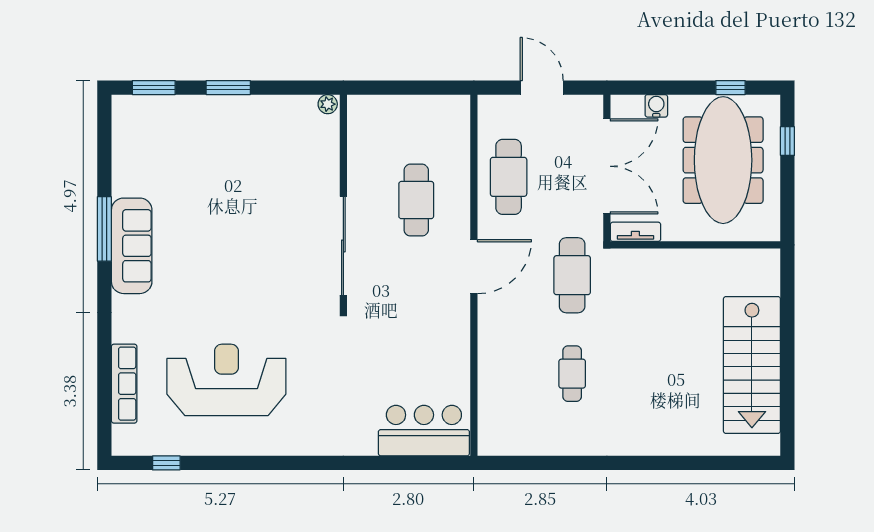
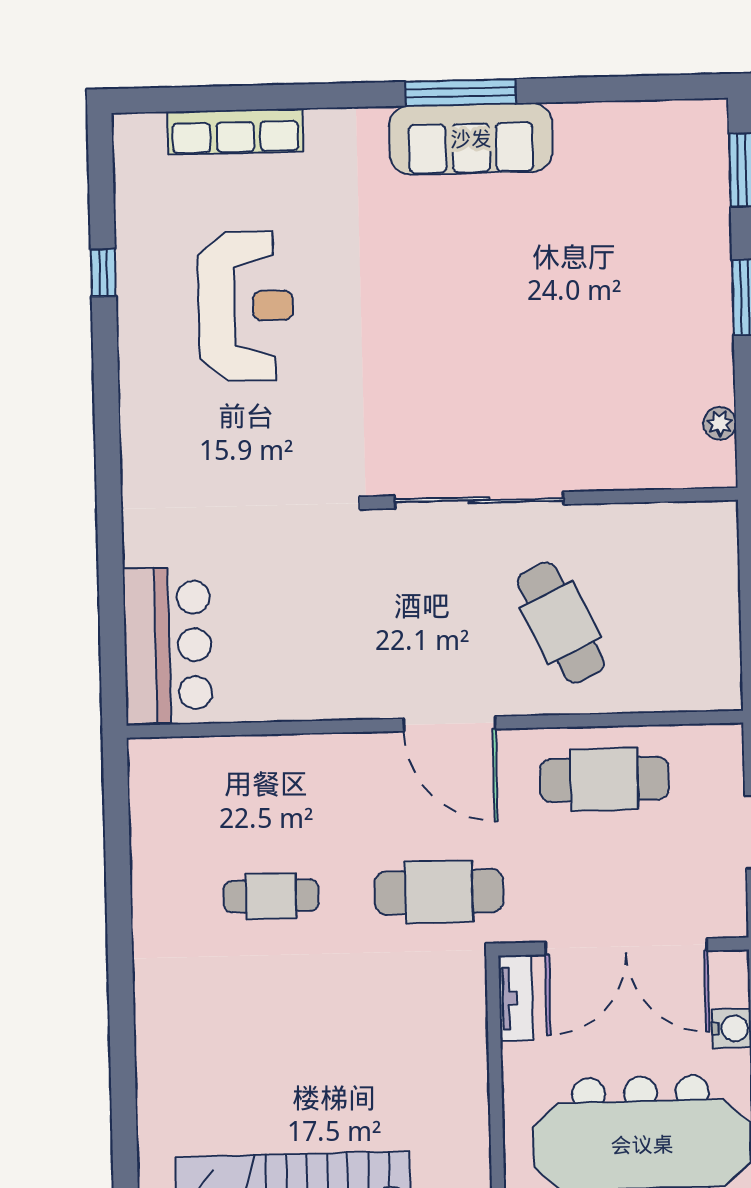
plant: (328, 104) -> (720, 423), moved
cafe table: (416, 200) -> (561, 623), turned 64
window: (104, 229) -> (461, 92), moved
reception desk: (226, 380) -> (246, 306), width x0.74, depth x0.77
window: (166, 463) -> (103, 273), moved

